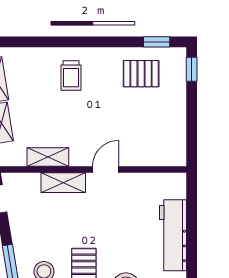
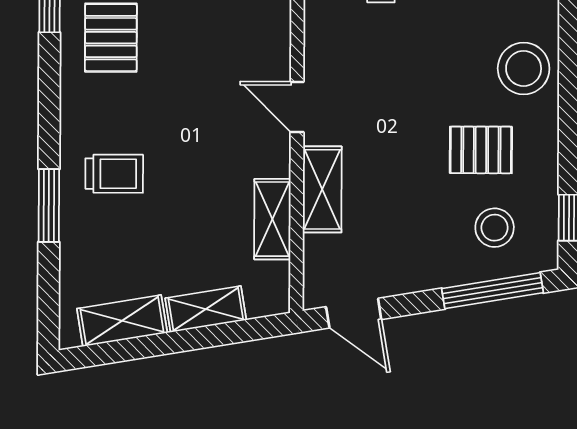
window: (54, 42) -> (49, 206), added

